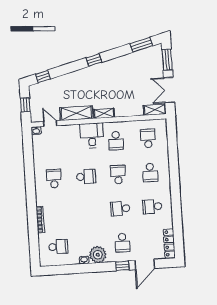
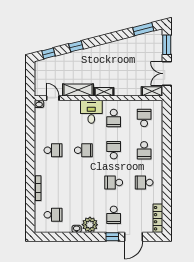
window: (94, 60) -> (76, 46), moved
window: (25, 105) -> (30, 79), removed
school desk: (54, 179) -> (53, 150), turned 90

